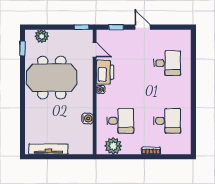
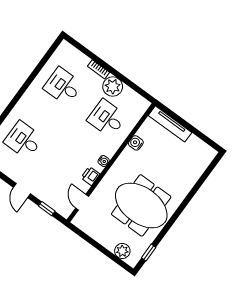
window: (82, 27) -> (79, 232), removed
printer: (105, 72) -> (90, 176), width x0.53, depth x0.68
plant: (113, 146) -> (113, 87), moved
tv unit: (48, 149) -> (170, 124), moved

